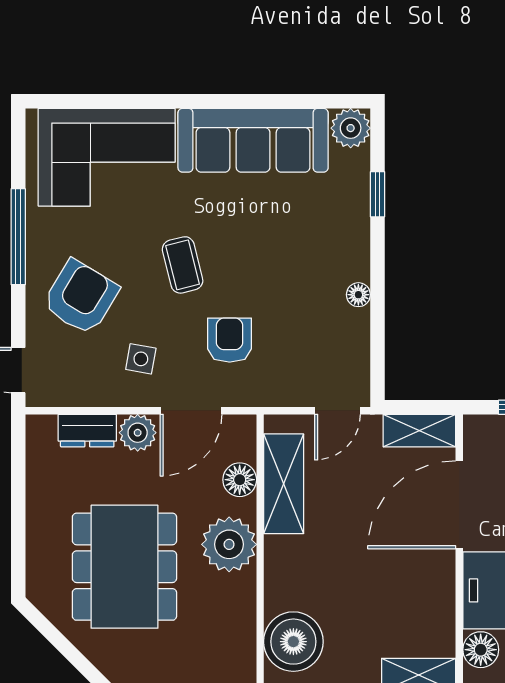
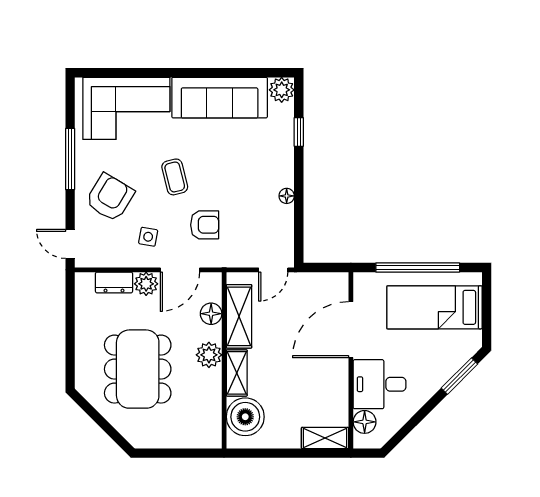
armchair: (230, 340) -> (205, 225), turned 90
shelving: (419, 431) -> (237, 373), moved, turned 90
plant: (229, 544) -> (209, 355), width x0.73, depth x0.73

